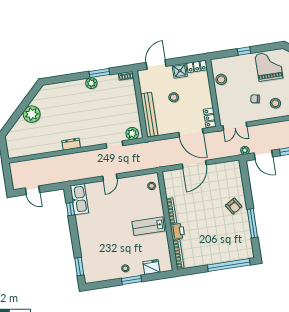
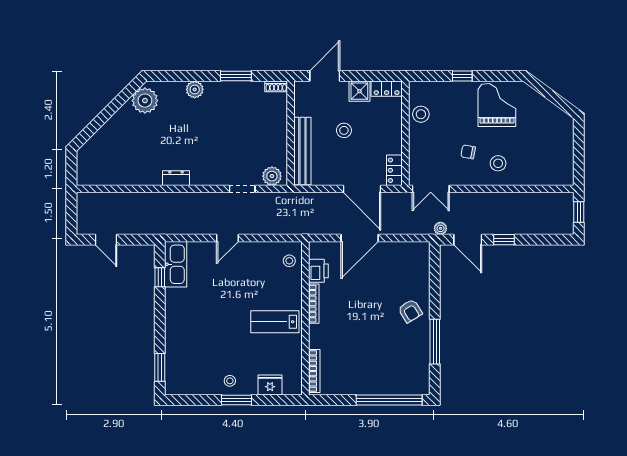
plant: (91, 83) -> (195, 89), moved
plant: (32, 114) -> (145, 101), moved
printer: (177, 231) -> (318, 271), moved

